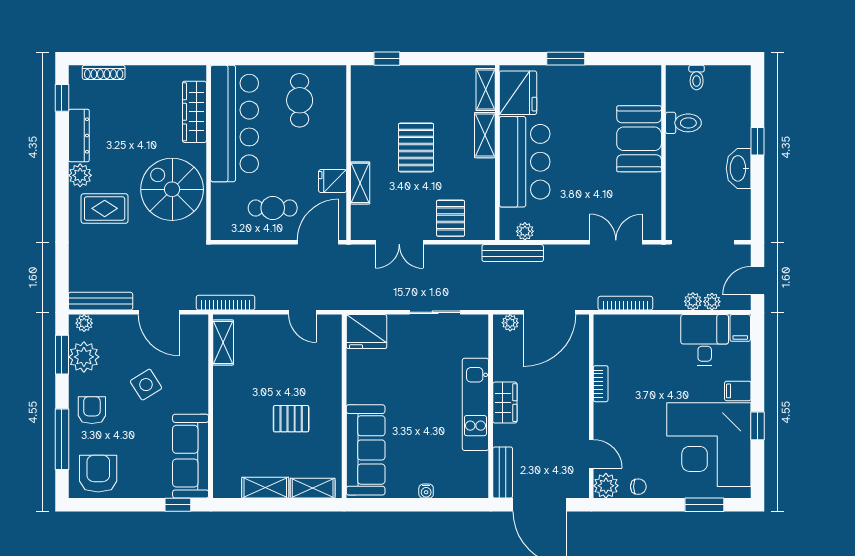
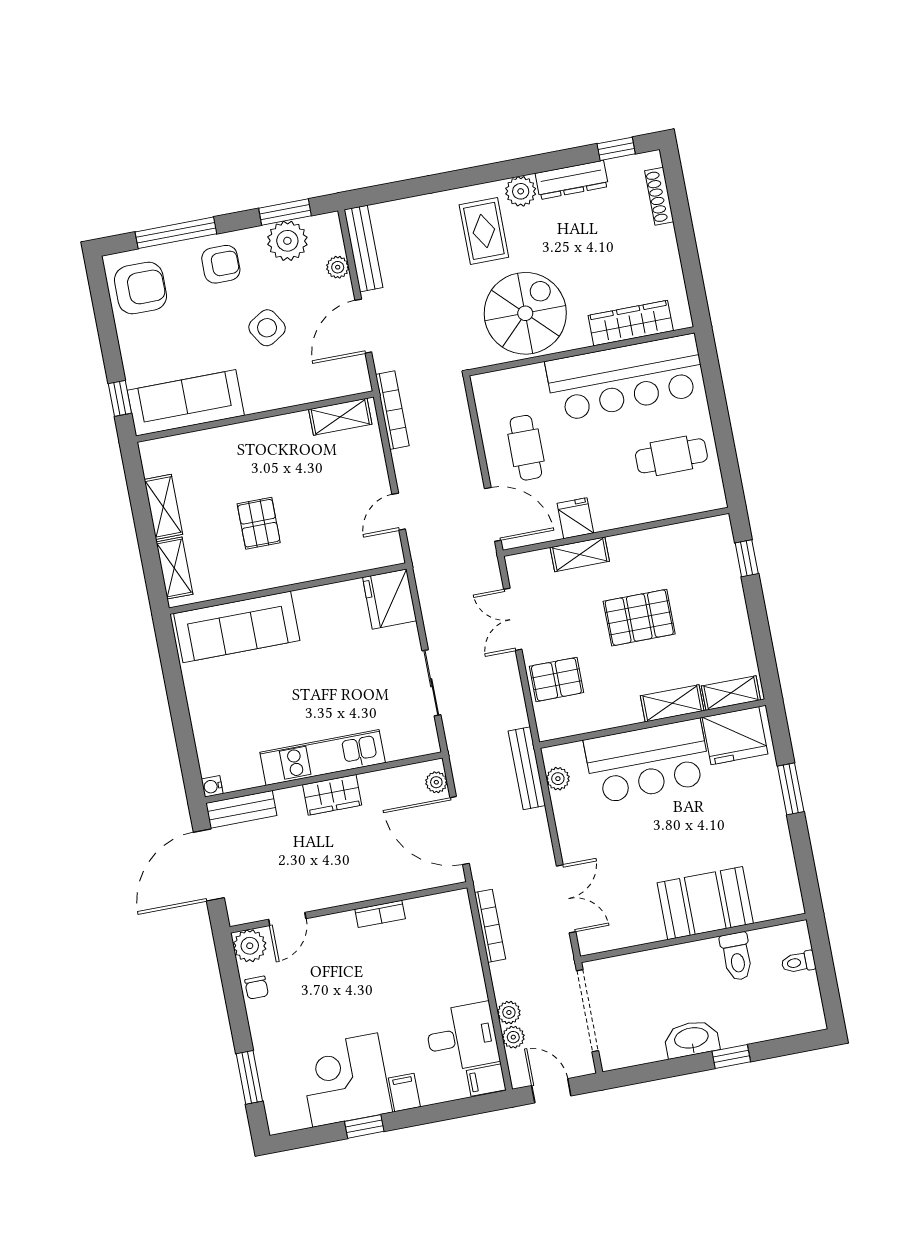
plant: (84, 323) -> (338, 267), moved
corner desk: (709, 445) -> (345, 1080), width x0.74, depth x0.74
water cooler: (426, 491) -> (212, 786), moved

